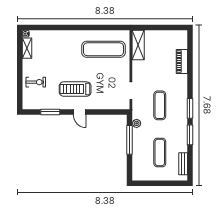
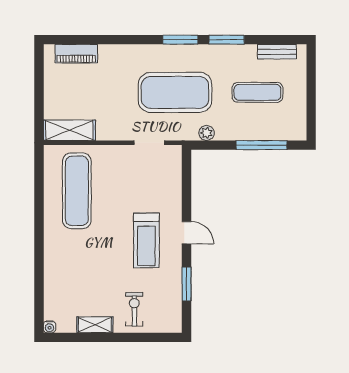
shelving: (27, 48) -> (95, 325), moved
piano: (182, 61) -> (76, 54), moved
exercise mat: (160, 105) -> (175, 92), width x2.00, depth x1.45
door: (80, 112) -> (187, 233), hinge flipped
window: (130, 140) -> (261, 145), moved

